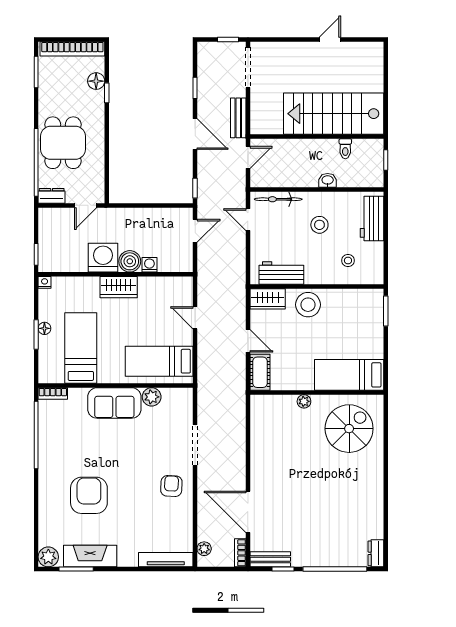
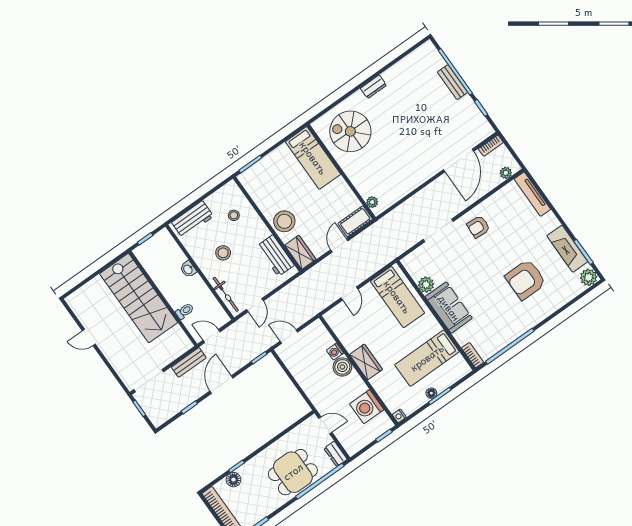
toilet: (345, 149) -> (185, 311), moved
washing machine: (103, 258) -> (367, 407), moved
plant: (304, 401) -> (372, 202), moved
dresser: (376, 553) -> (373, 87), moved
bench: (270, 559) -> (452, 82), moved

